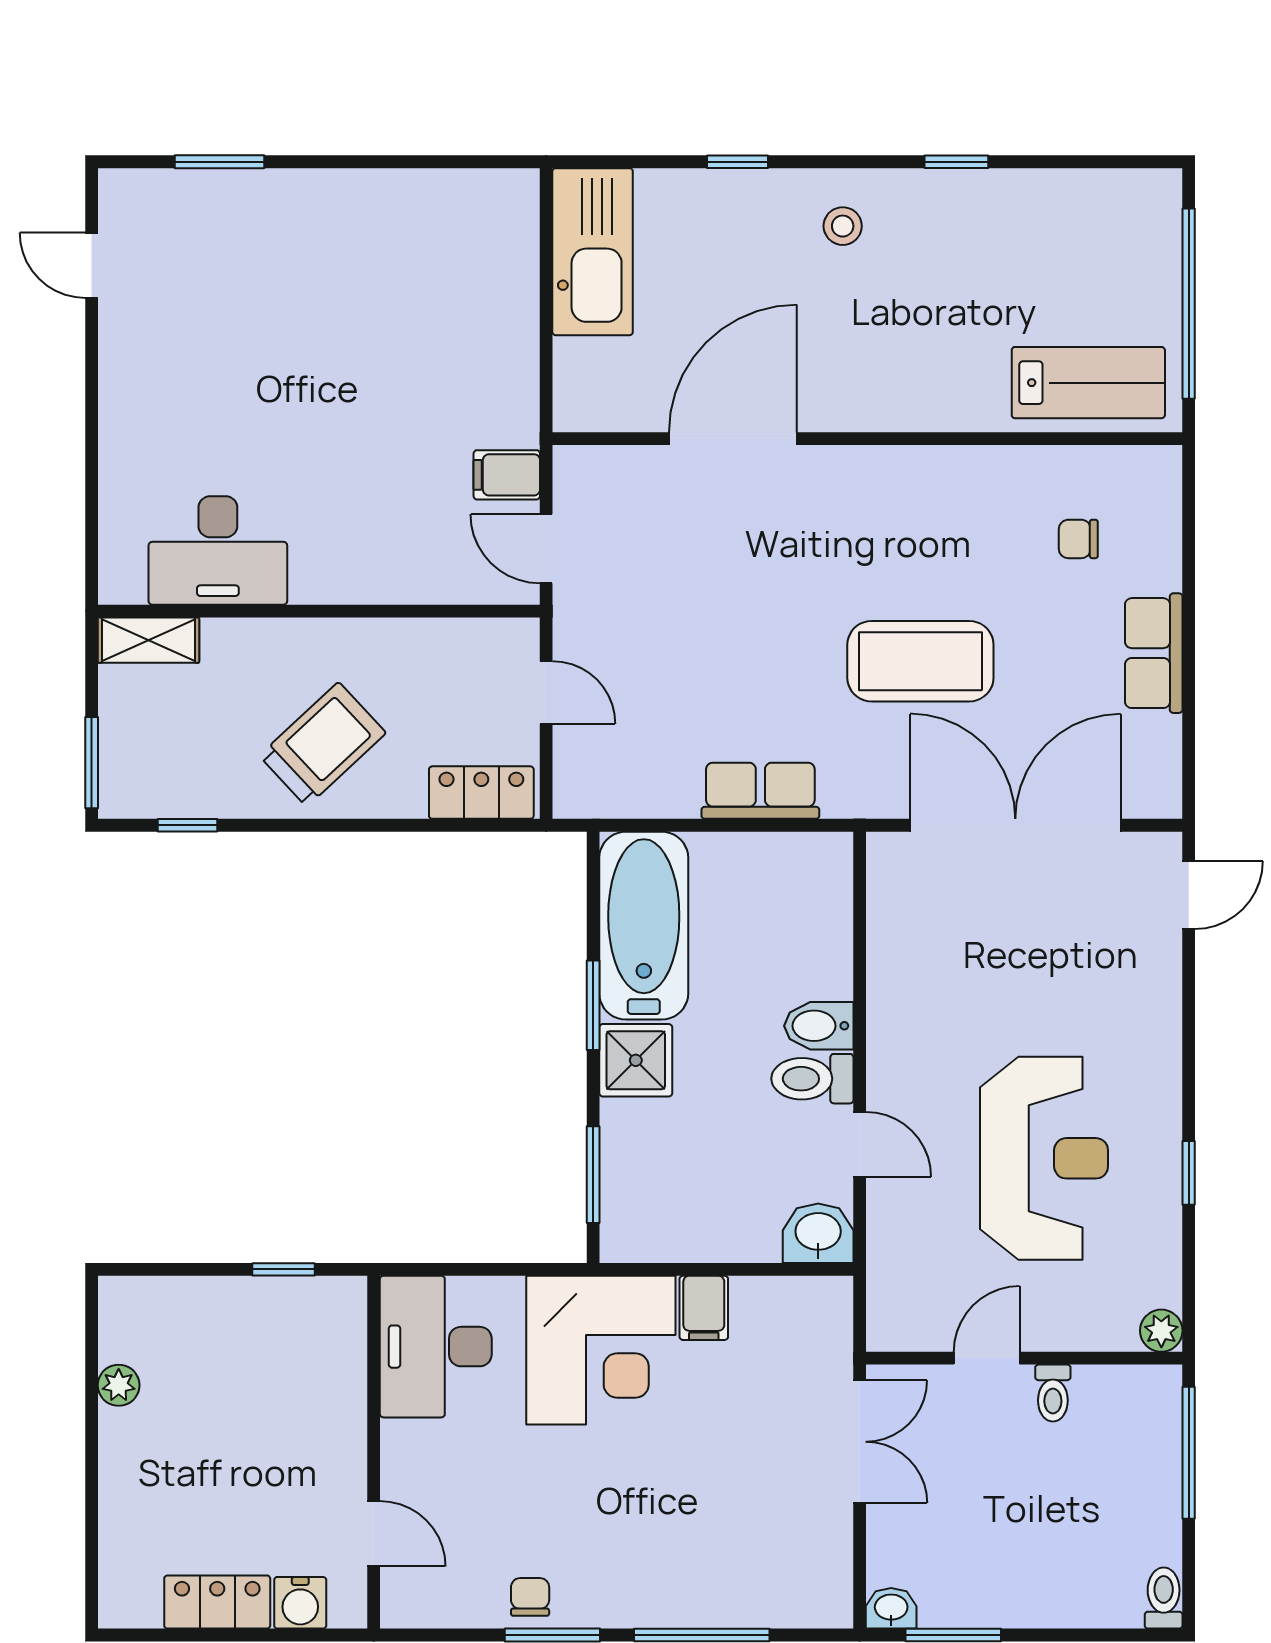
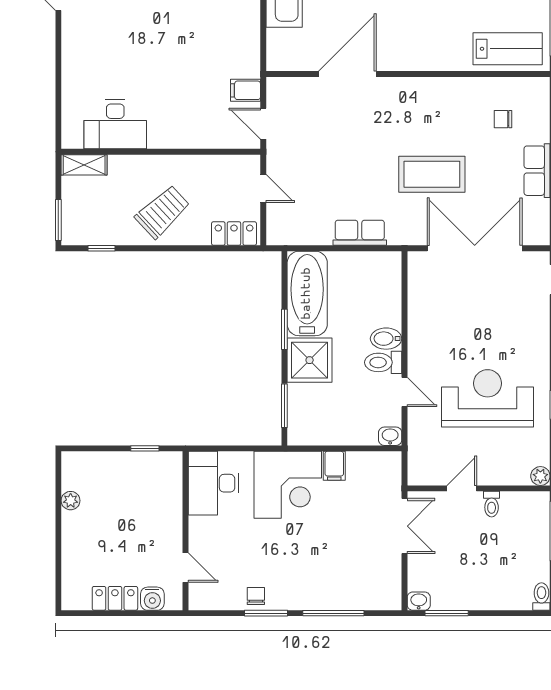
shower: (636, 1060) -> (310, 360), width x1.36, depth x1.36
reception desk: (1044, 1158) -> (488, 398), turned -90
washbasin: (818, 1233) -> (390, 436), width x0.72, depth x0.69

